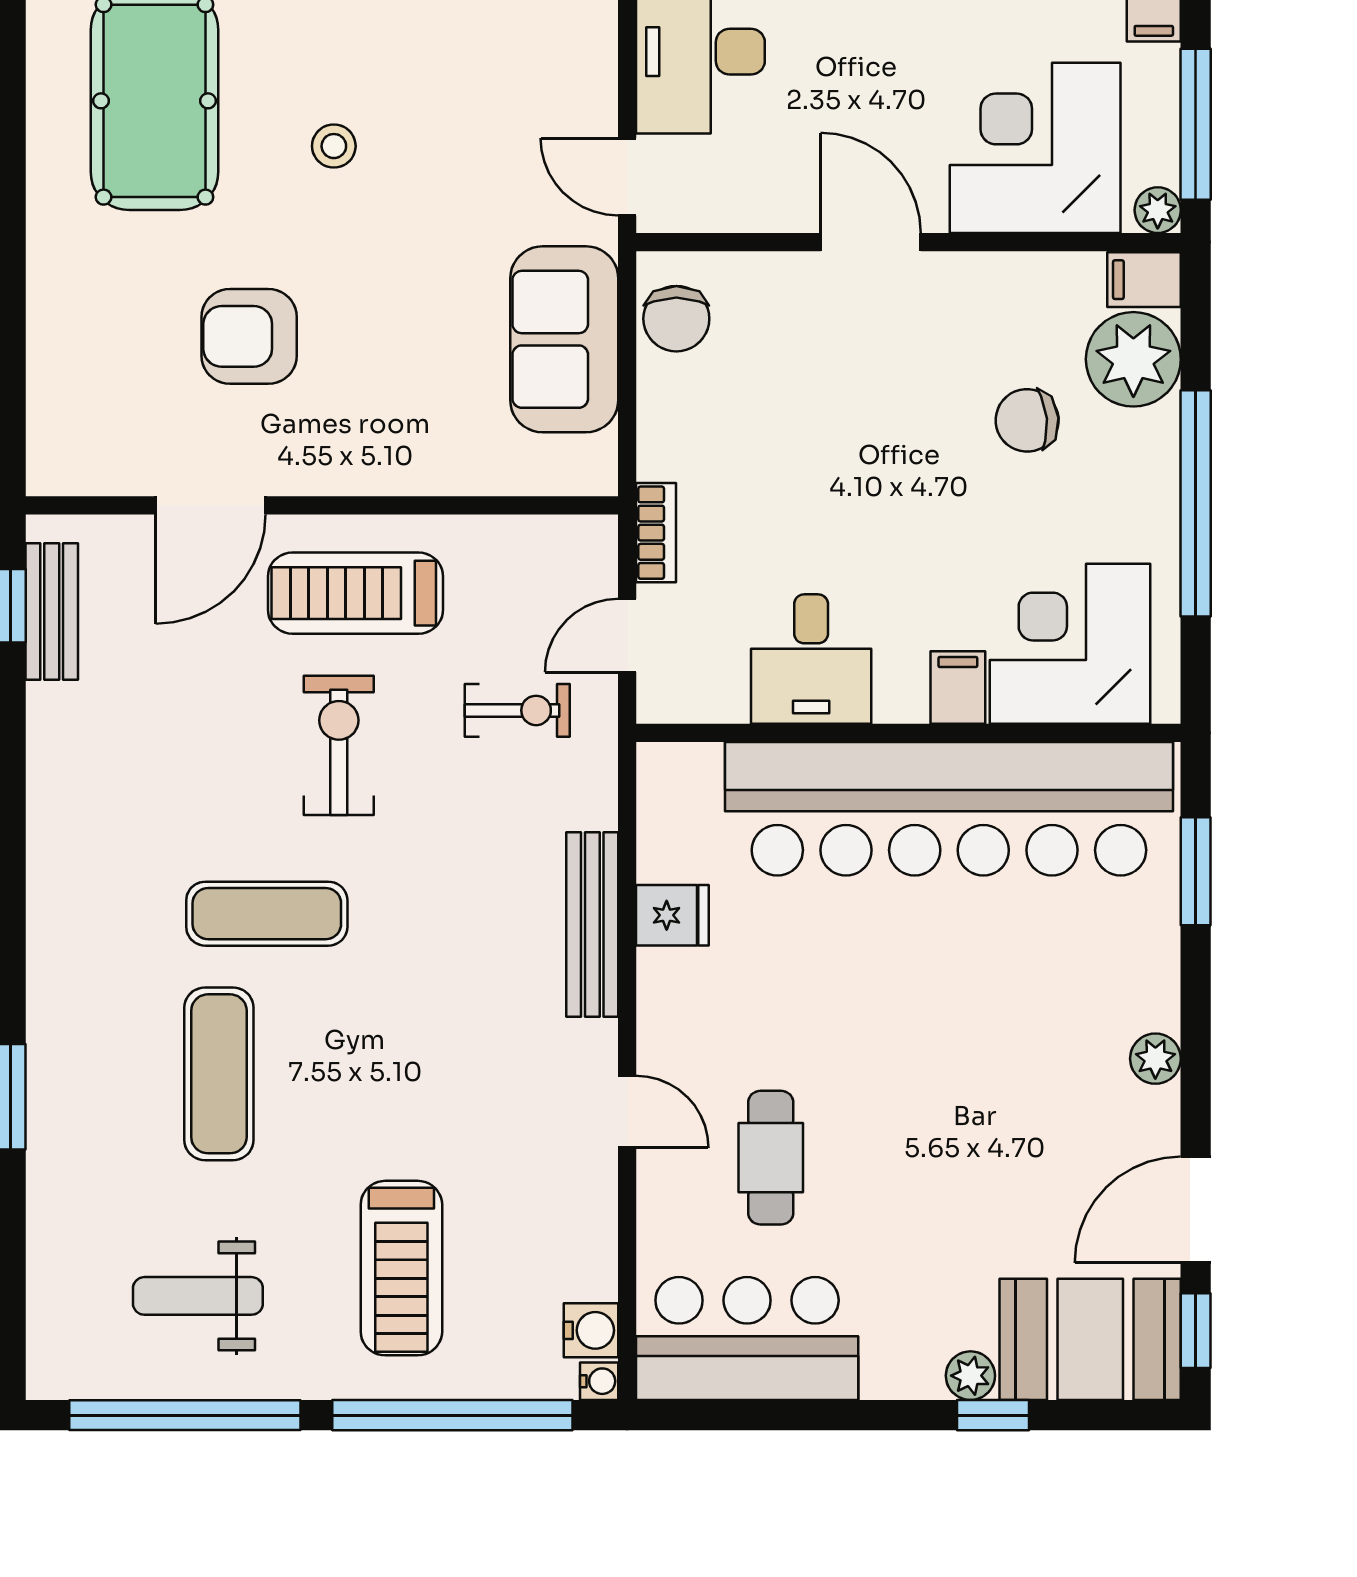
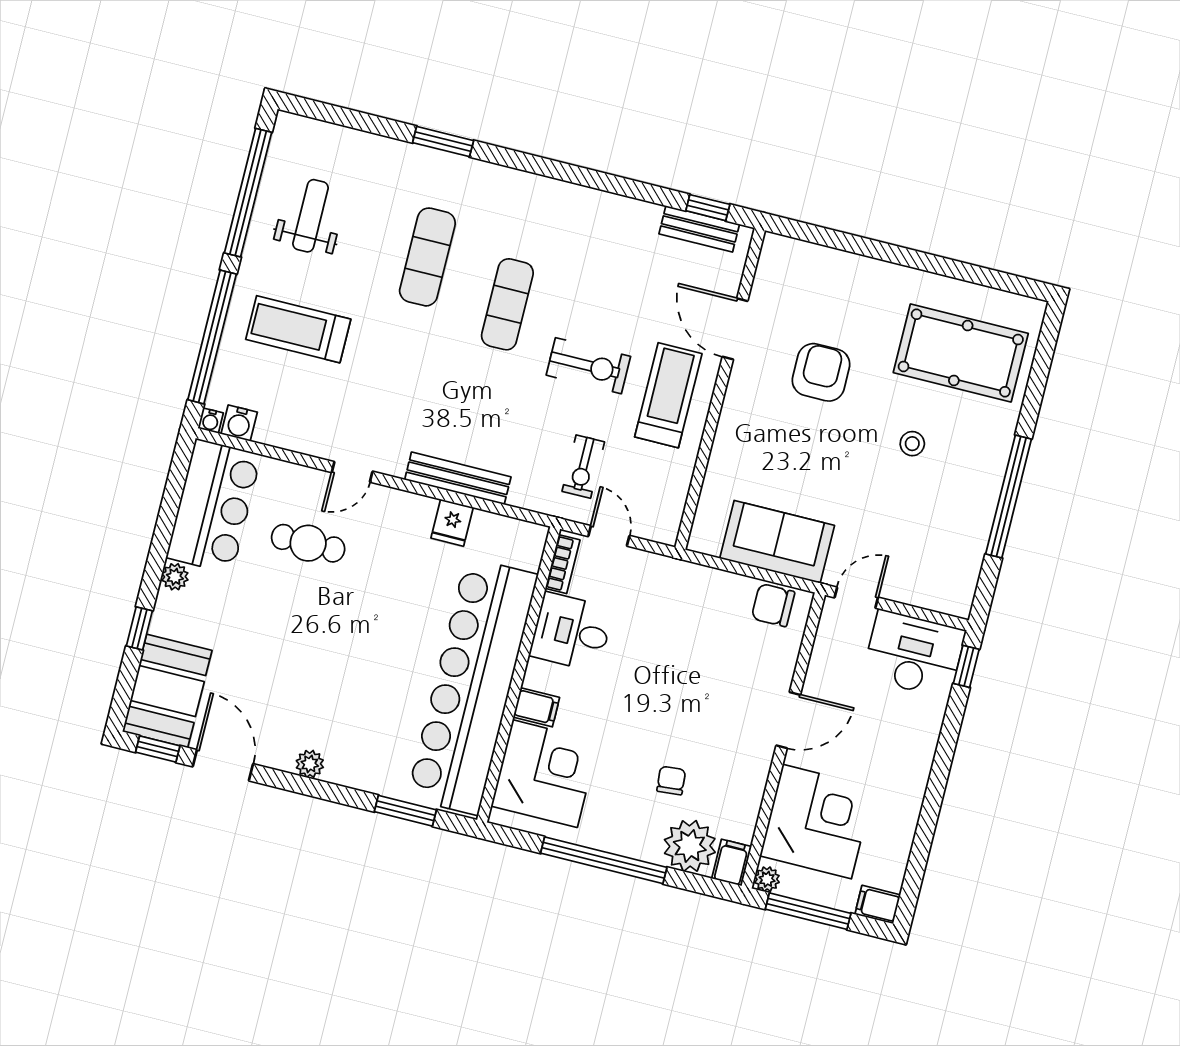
chair: (1027, 420) -> (671, 781), width x0.73, depth x0.73
bookcase: (656, 533) -> (563, 564), moved, turned -90
exercise mat: (219, 1074) -> (427, 257), turned 90
plant: (970, 1376) -> (175, 577), moved

